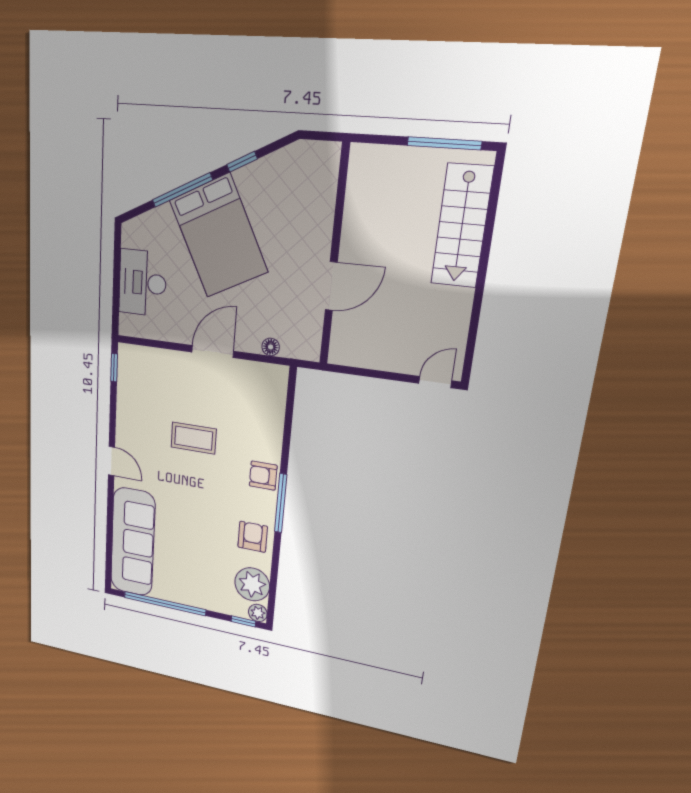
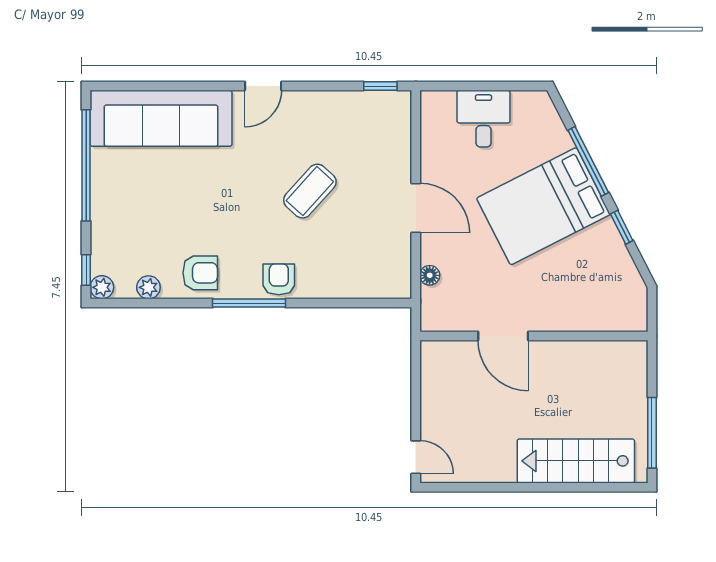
desk: (142, 283) -> (483, 119), width x0.73
coffee table: (194, 438) -> (310, 191), turned 42
plant: (252, 584) -> (148, 287), width x0.53, depth x0.53

